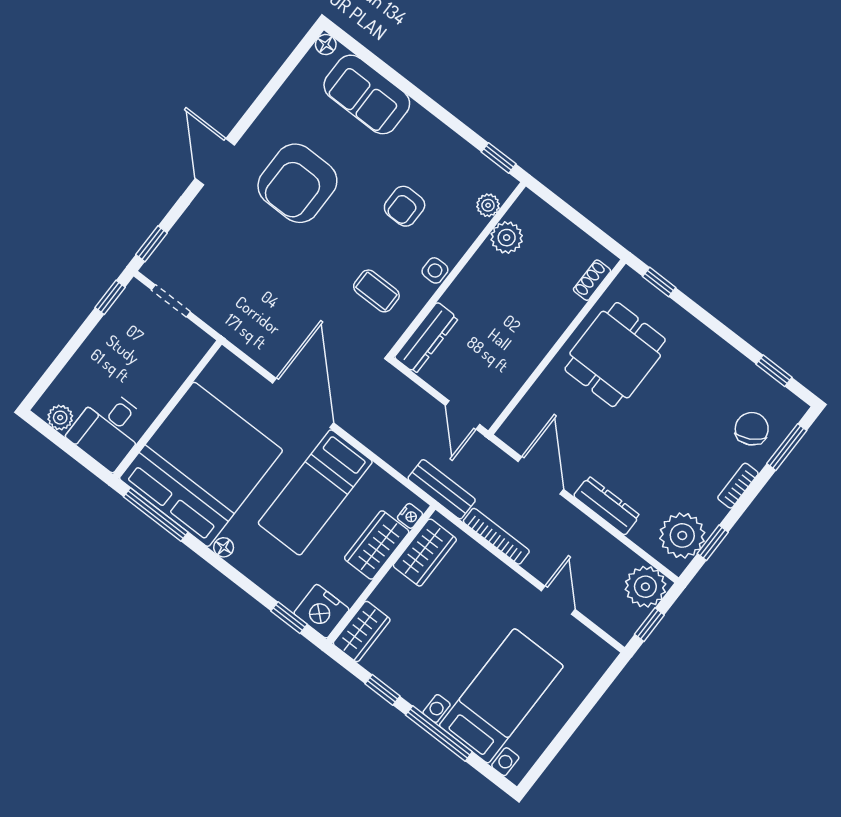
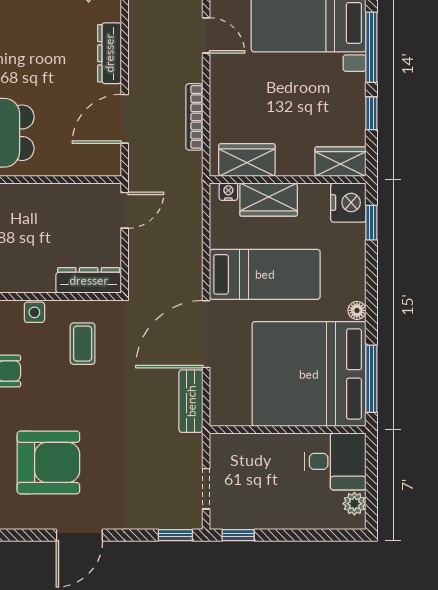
bench: (442, 489) -> (191, 401), moved
door: (558, 600) -> (206, 35), swing flipped

